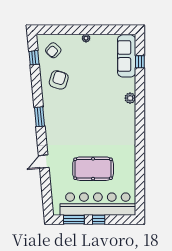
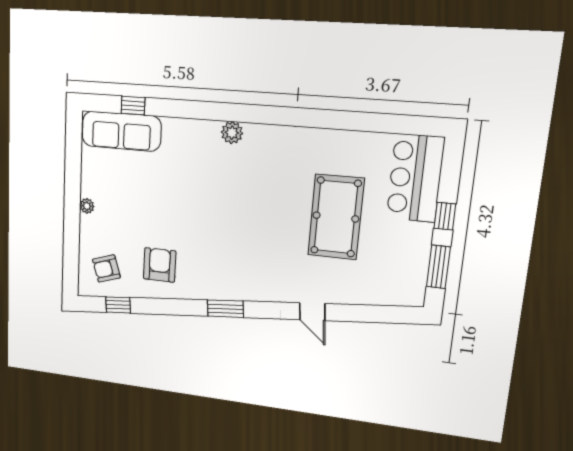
armchair: (53, 50) -> (106, 269), turned 119
armchair: (59, 80) -> (160, 265), turned 73
plant: (130, 98) -> (232, 133), moved
bar counter: (98, 204) -> (415, 178), width x0.54

